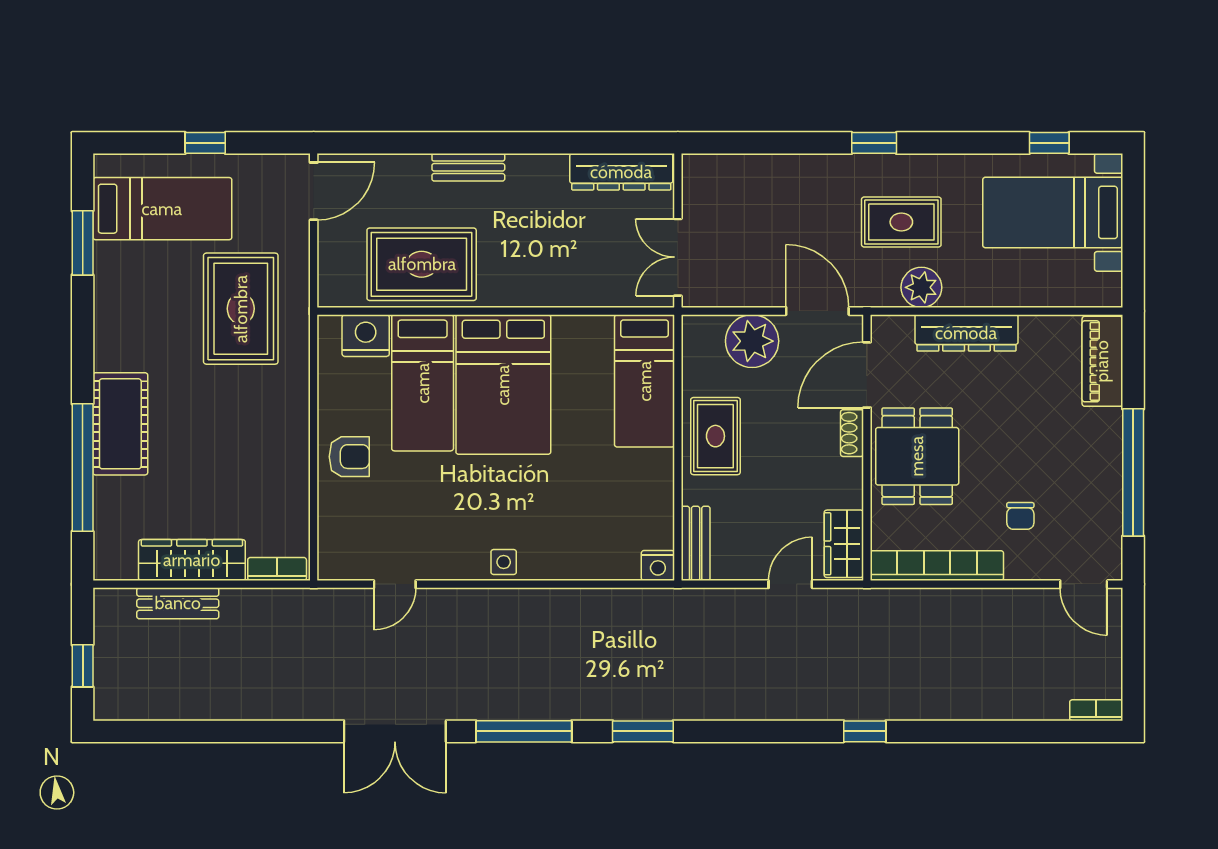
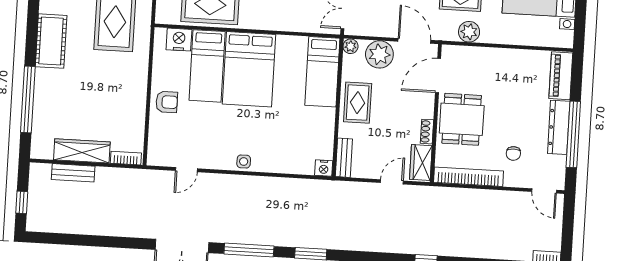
plant: (696, 329) -> (351, 46), added
dresser: (966, 333) -> (559, 127), moved, turned 90
cot: (120, 424) -> (51, 41), moved
shoe rack: (852, 433) -> (427, 132), moved

